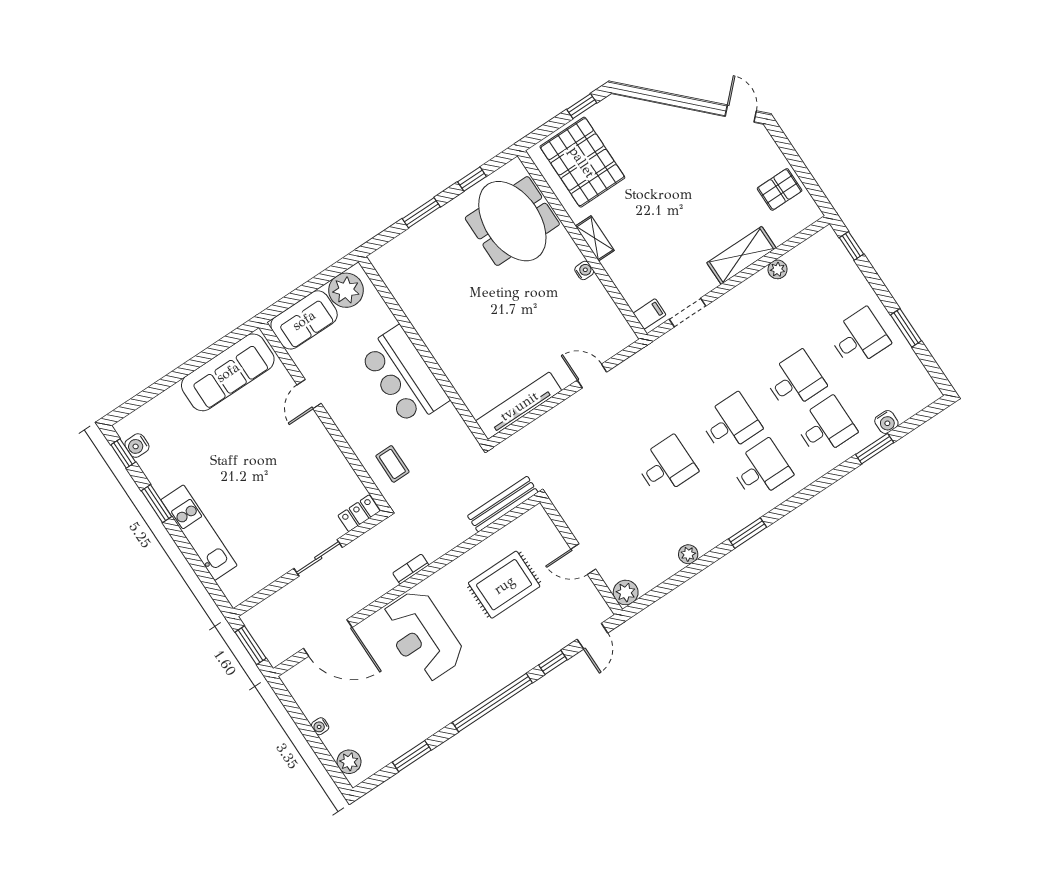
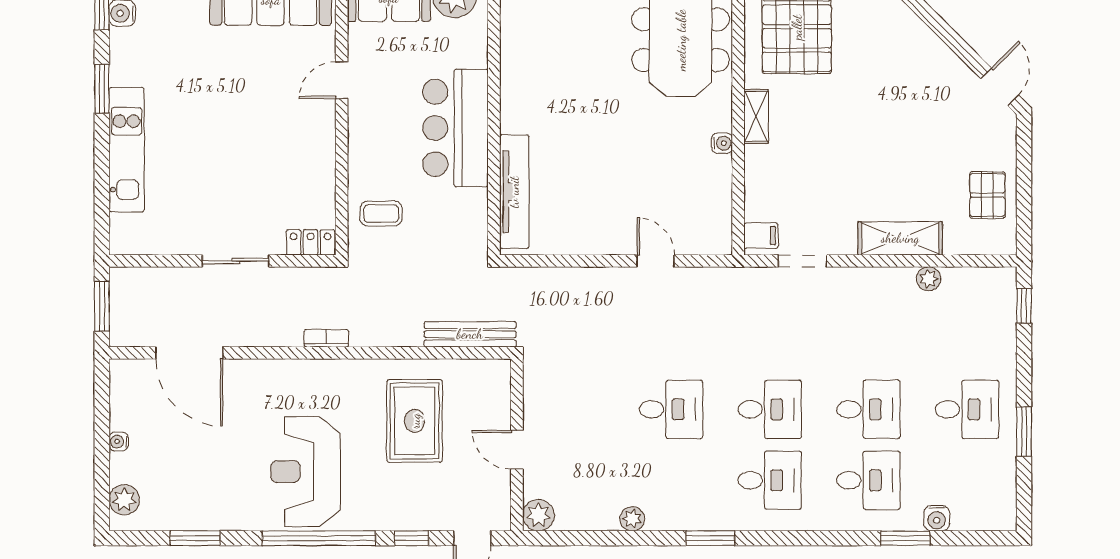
pallet: (780, 189) -> (987, 195), turned 90
tv unit: (519, 406) -> (514, 192), moved, turned 90
coffee table: (392, 464) -> (381, 213), turned 90
rug: (504, 585) -> (415, 421), turned 90
reception desk: (422, 636) -> (306, 472), moved

